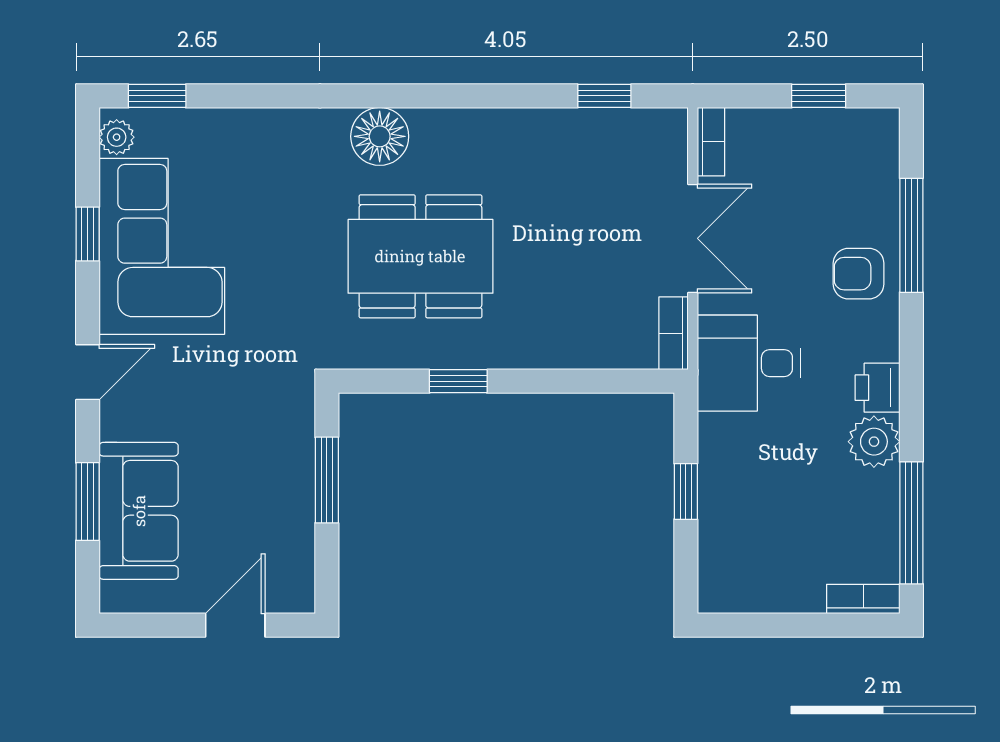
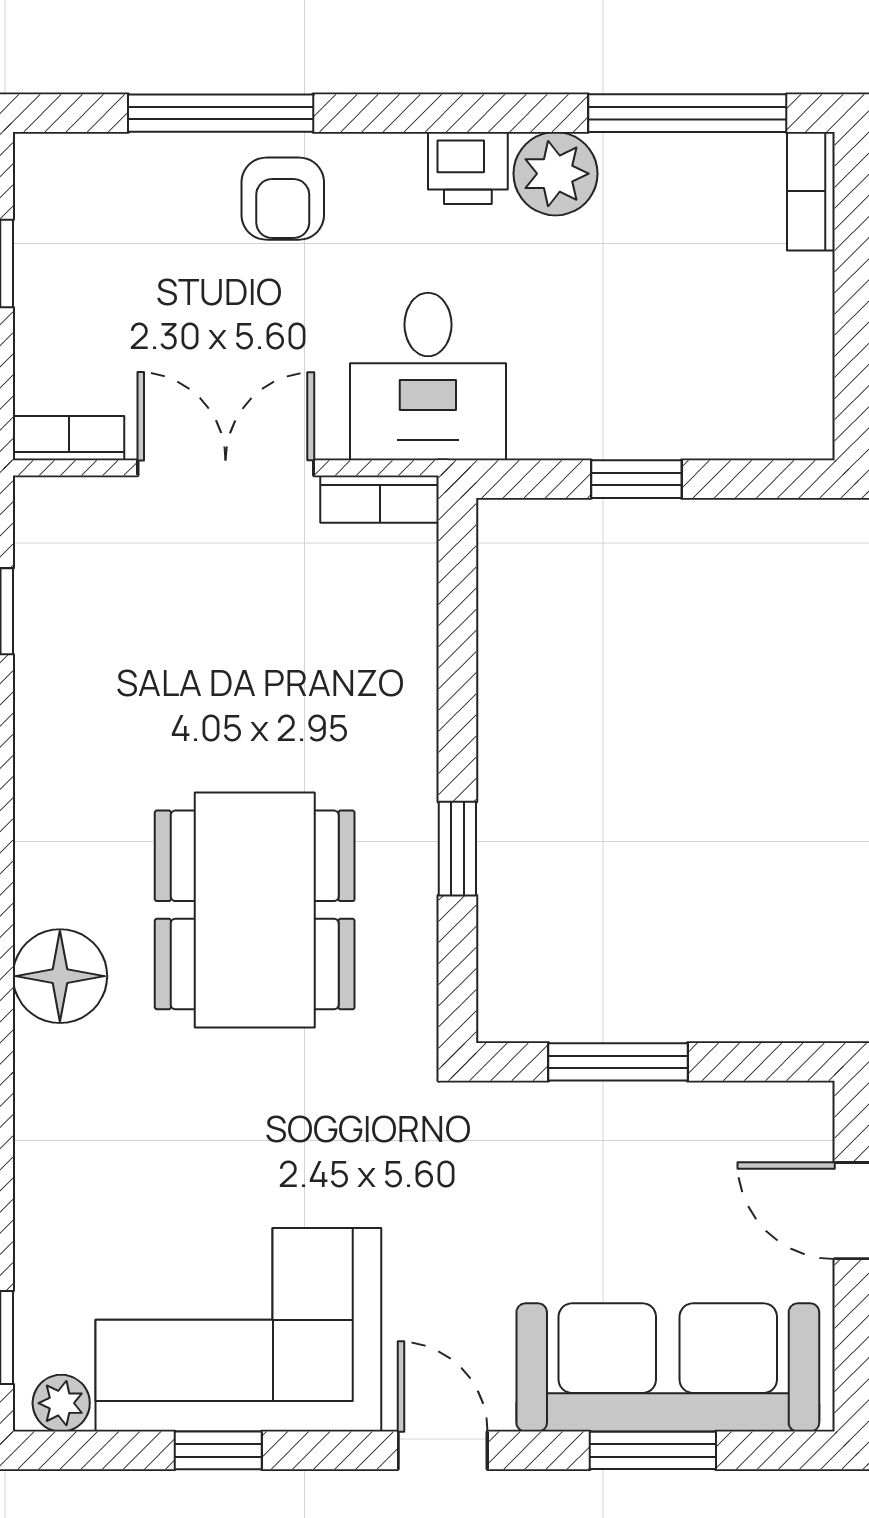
sofa: (139, 511) -> (668, 1367), width x1.36

